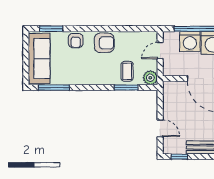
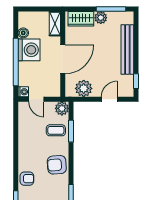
washing machine: (190, 41) -> (23, 92), moved, width x0.53, depth x0.53
armchair: (104, 43) -> (57, 165), moved, turned -94
plant: (172, 101) -> (84, 88), added

